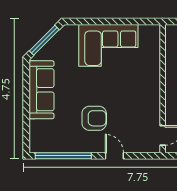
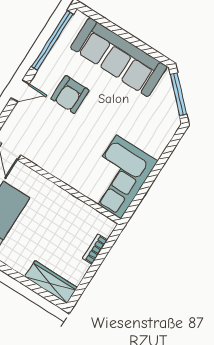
corner sofa: (108, 45) -> (119, 177), moved
sofa: (42, 90) -> (119, 57), width x1.36, depth x1.27

